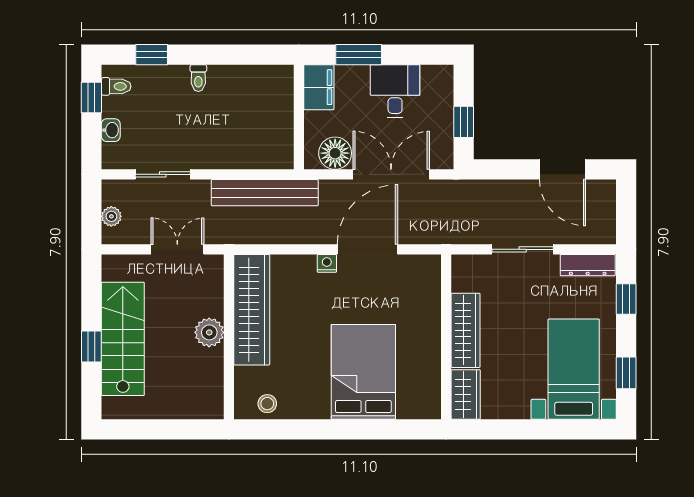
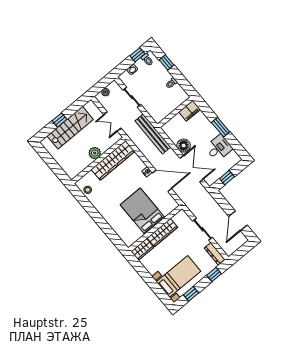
filing cabinet: (319, 87) -> (190, 111), moved
wall: (299, 117) -> (175, 112), moved
double door: (177, 249) -> (112, 121), swing flipped
bed: (363, 372) -> (143, 211), moved, turned -90

